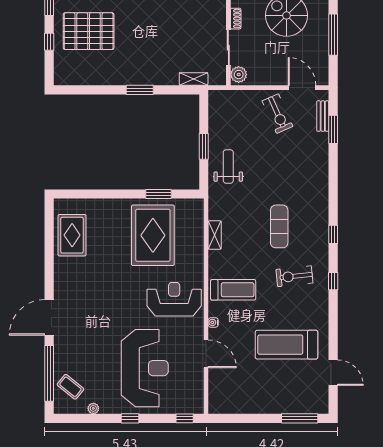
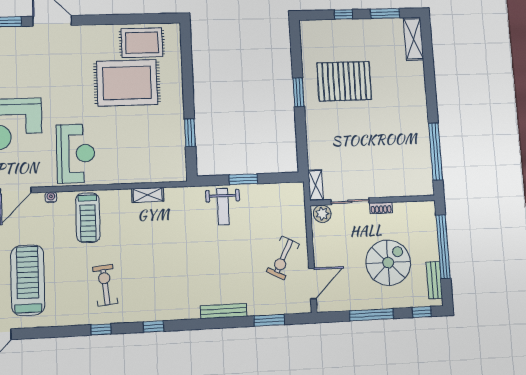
pallet: (89, 31) -> (344, 81), moved, turned 90
shelving: (194, 79) -> (316, 185), moved
window: (140, 90) -> (299, 92), moved
exercise bike: (277, 114) -> (283, 258), turned -39
bench: (323, 116) -> (224, 311), moved, width x1.36
weight bench: (228, 166) -> (223, 207), turned 90
exercise mat: (279, 226) -> (160, 266), removed
rug: (153, 235) -> (127, 83), moved

